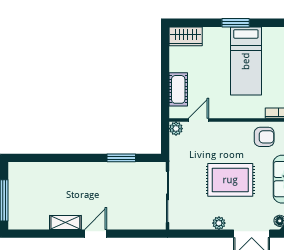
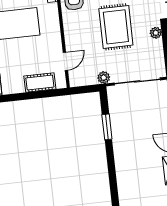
door: (198, 120) -> (65, 61), swing flipped
plant: (176, 129) -> (104, 78), moved

